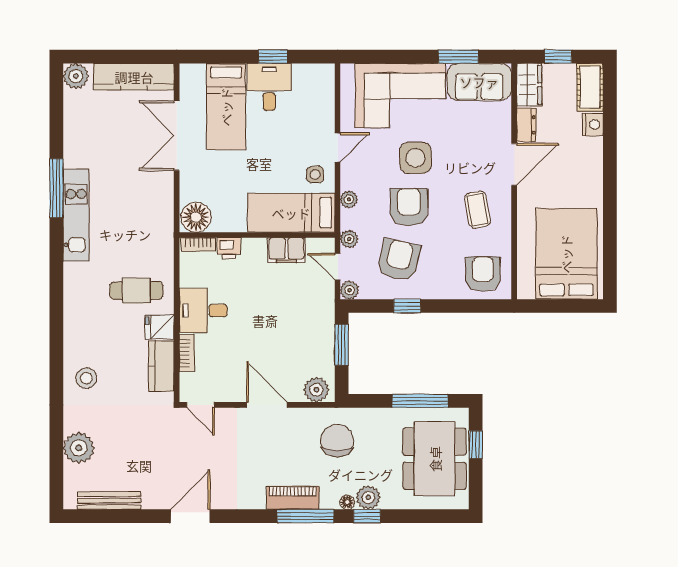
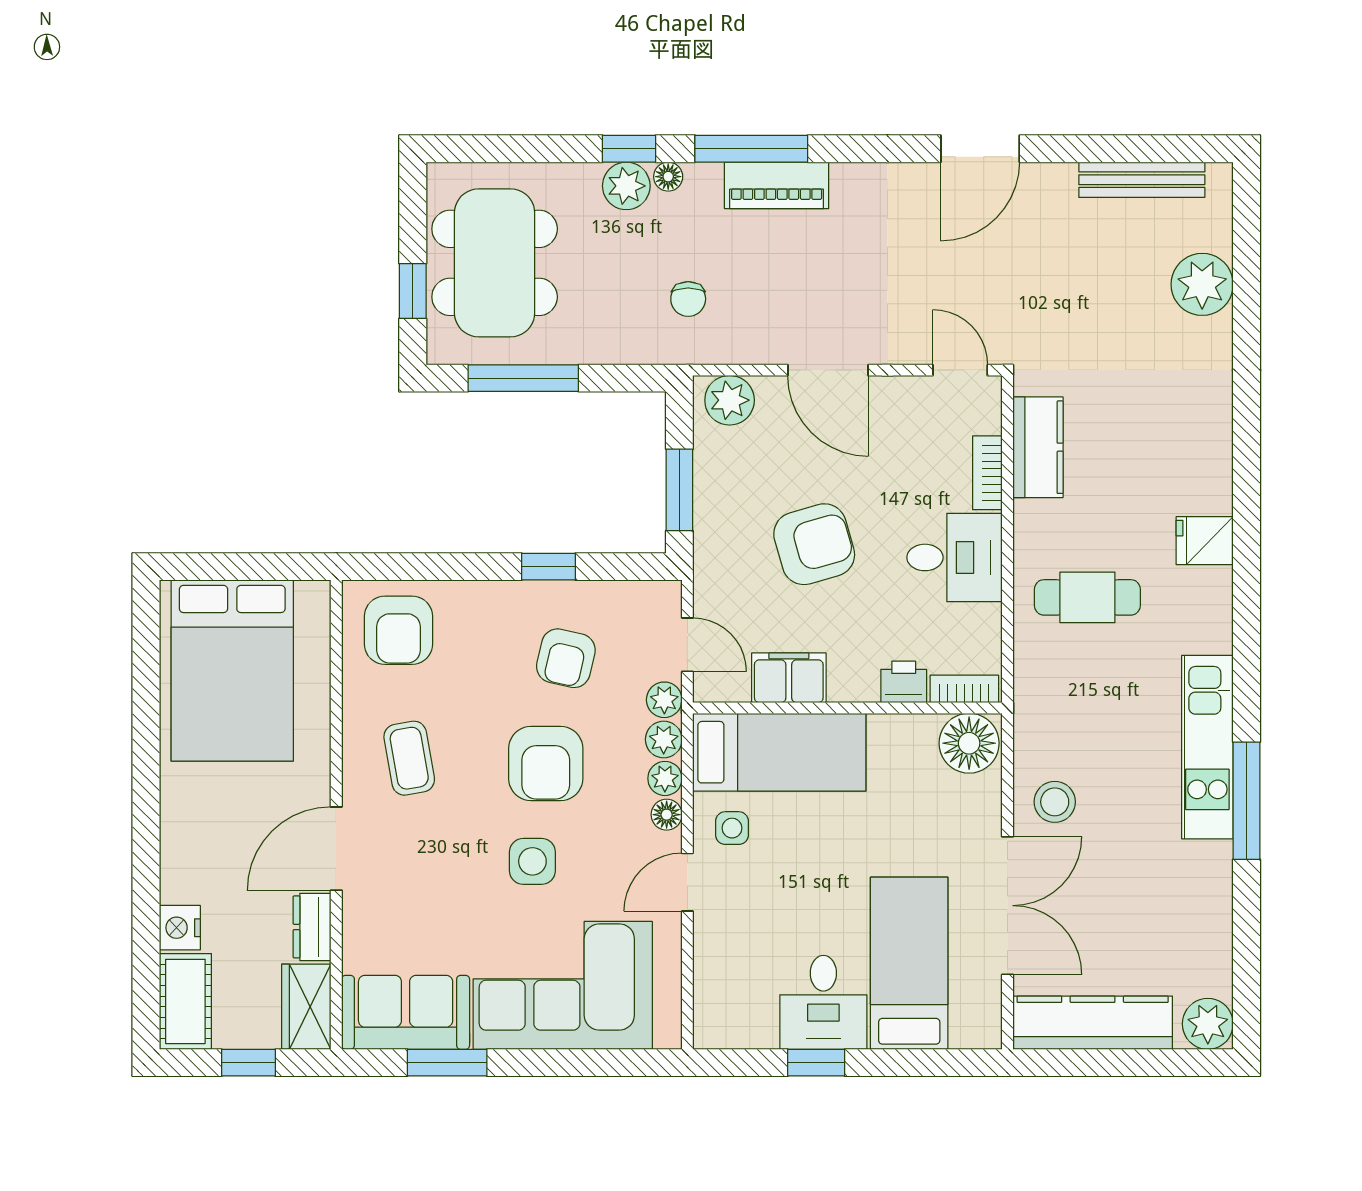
side table: (415, 158) -> (532, 861), width x0.73, depth x0.73
floor lamp: (348, 181) -> (667, 815), added
armchair: (399, 260) -> (566, 658), width x0.72, depth x0.72
plant: (349, 290) -> (664, 739), moved
armchair: (274, 317) -> (814, 544), added
fridge: (160, 327) -> (1205, 541), moved, turned 180
stool: (86, 378) -> (1055, 802), moved
chair: (337, 441) -> (688, 299), width x0.54, depth x0.54

